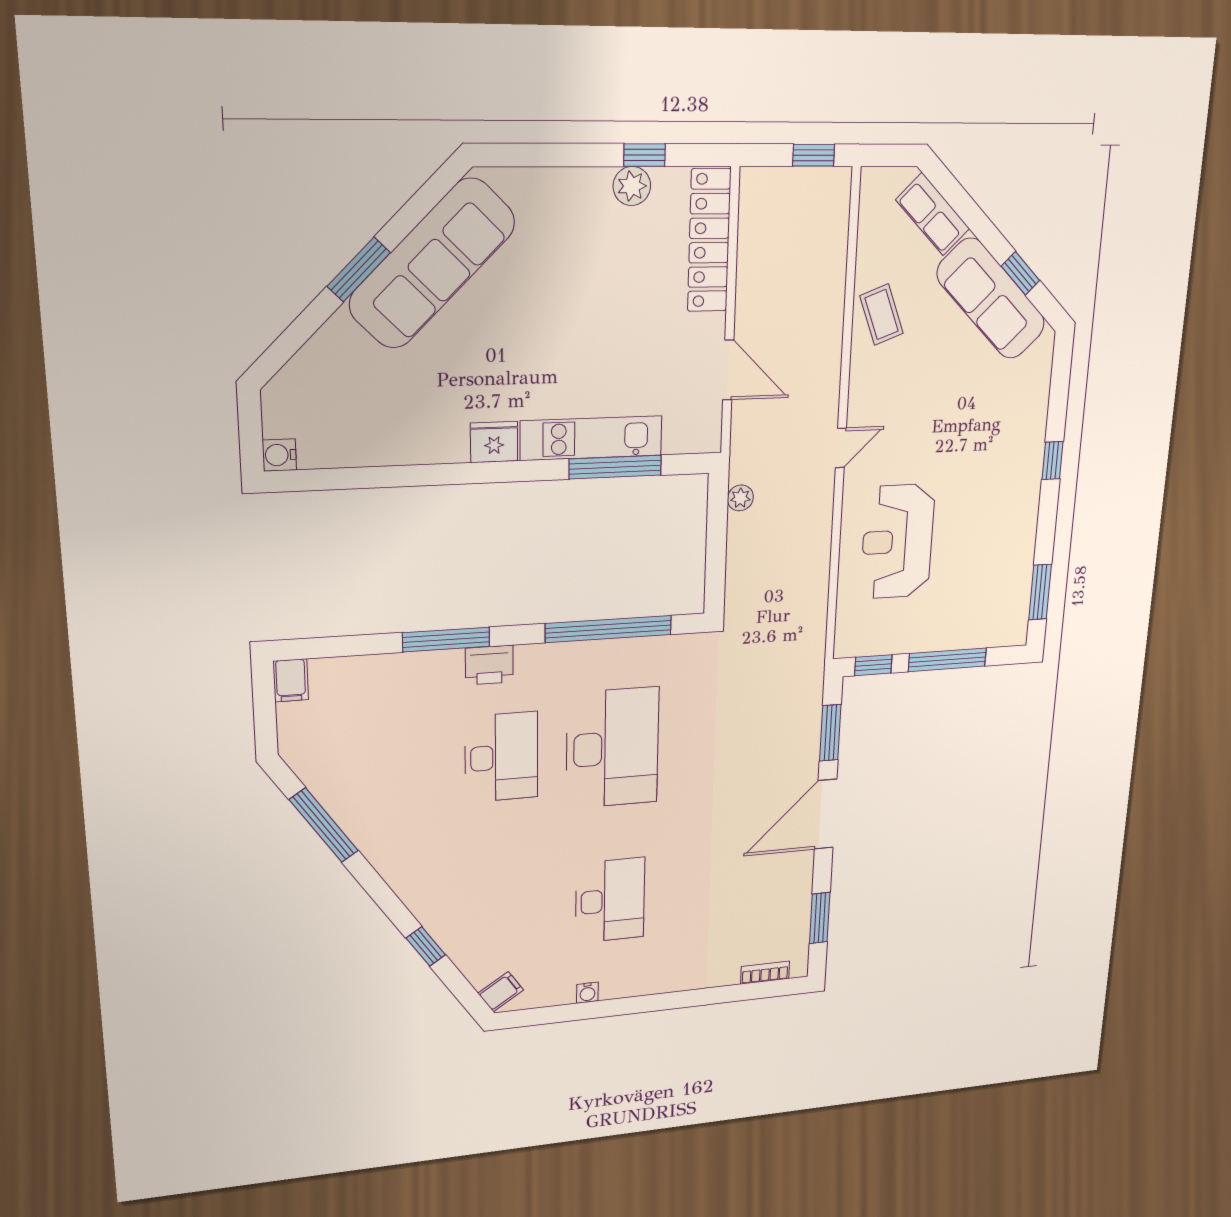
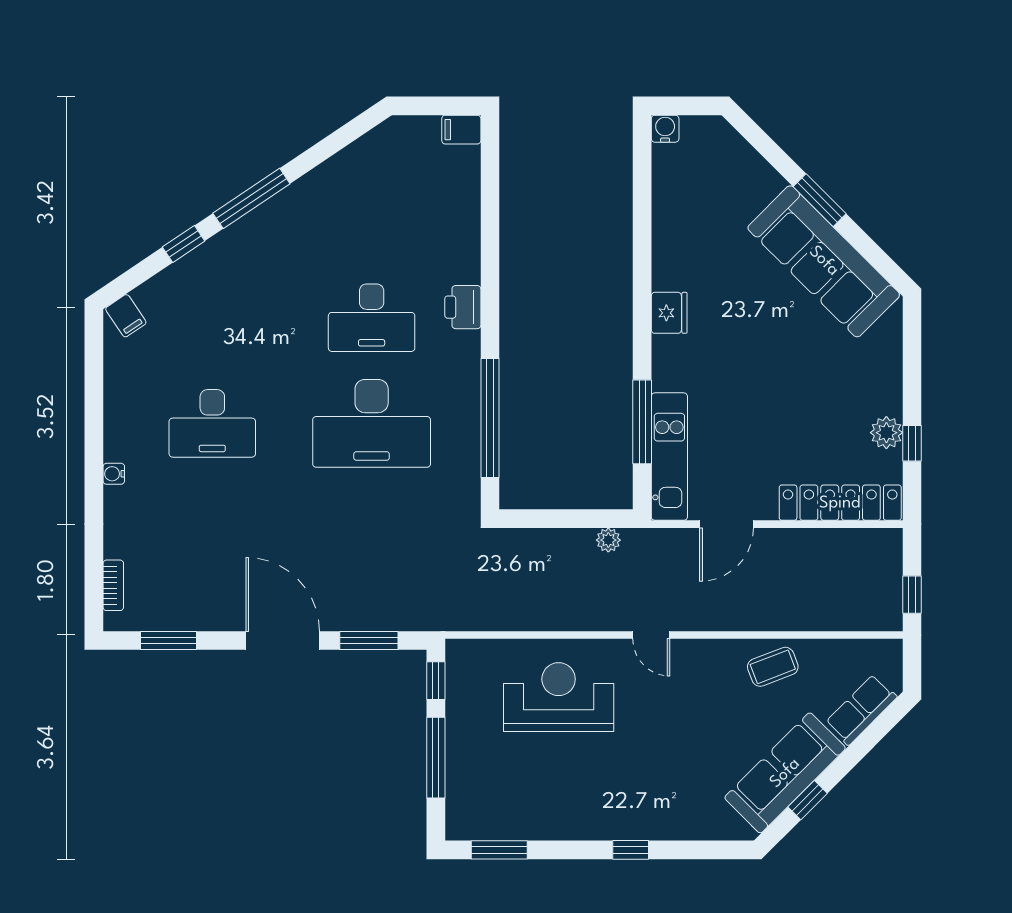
kitchen unit: (591, 438) -> (669, 457), moved
window: (446, 640) -> (490, 268), removed
window: (324, 825) -> (251, 198), moved
water cooler: (587, 993) -> (114, 474), moved

